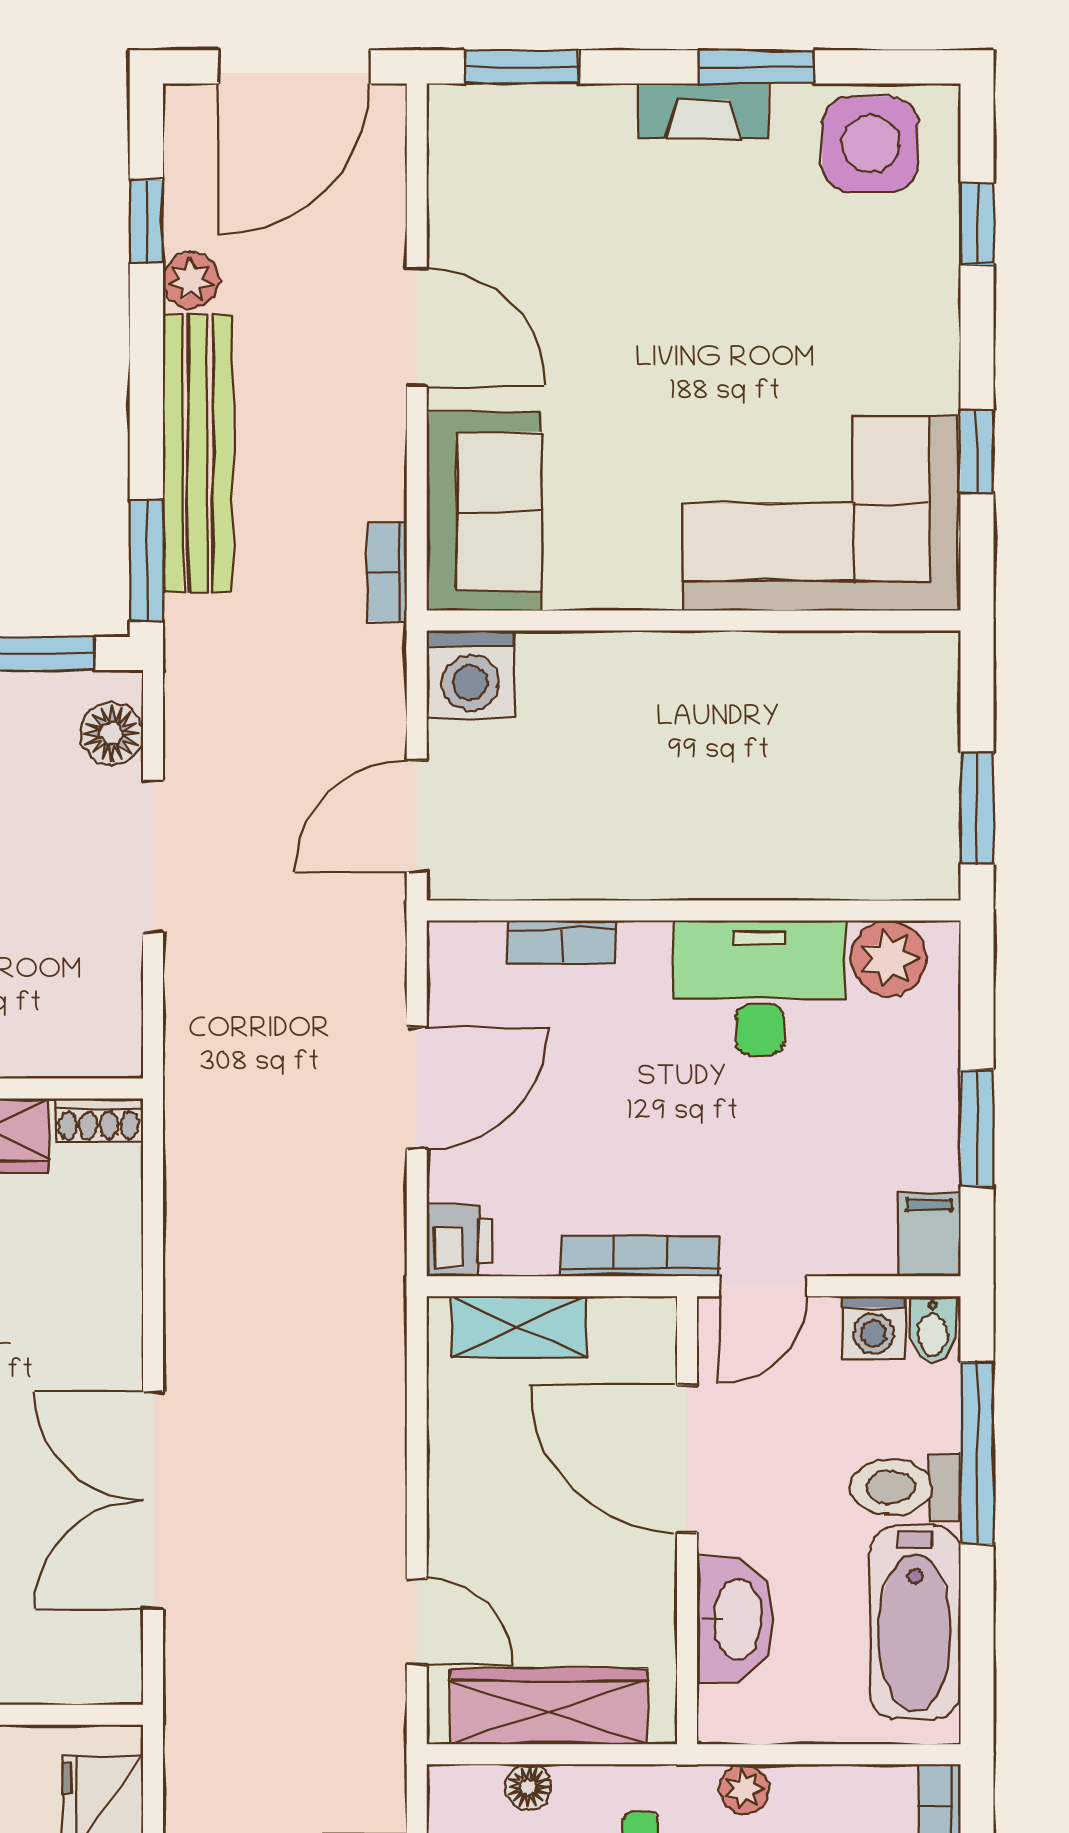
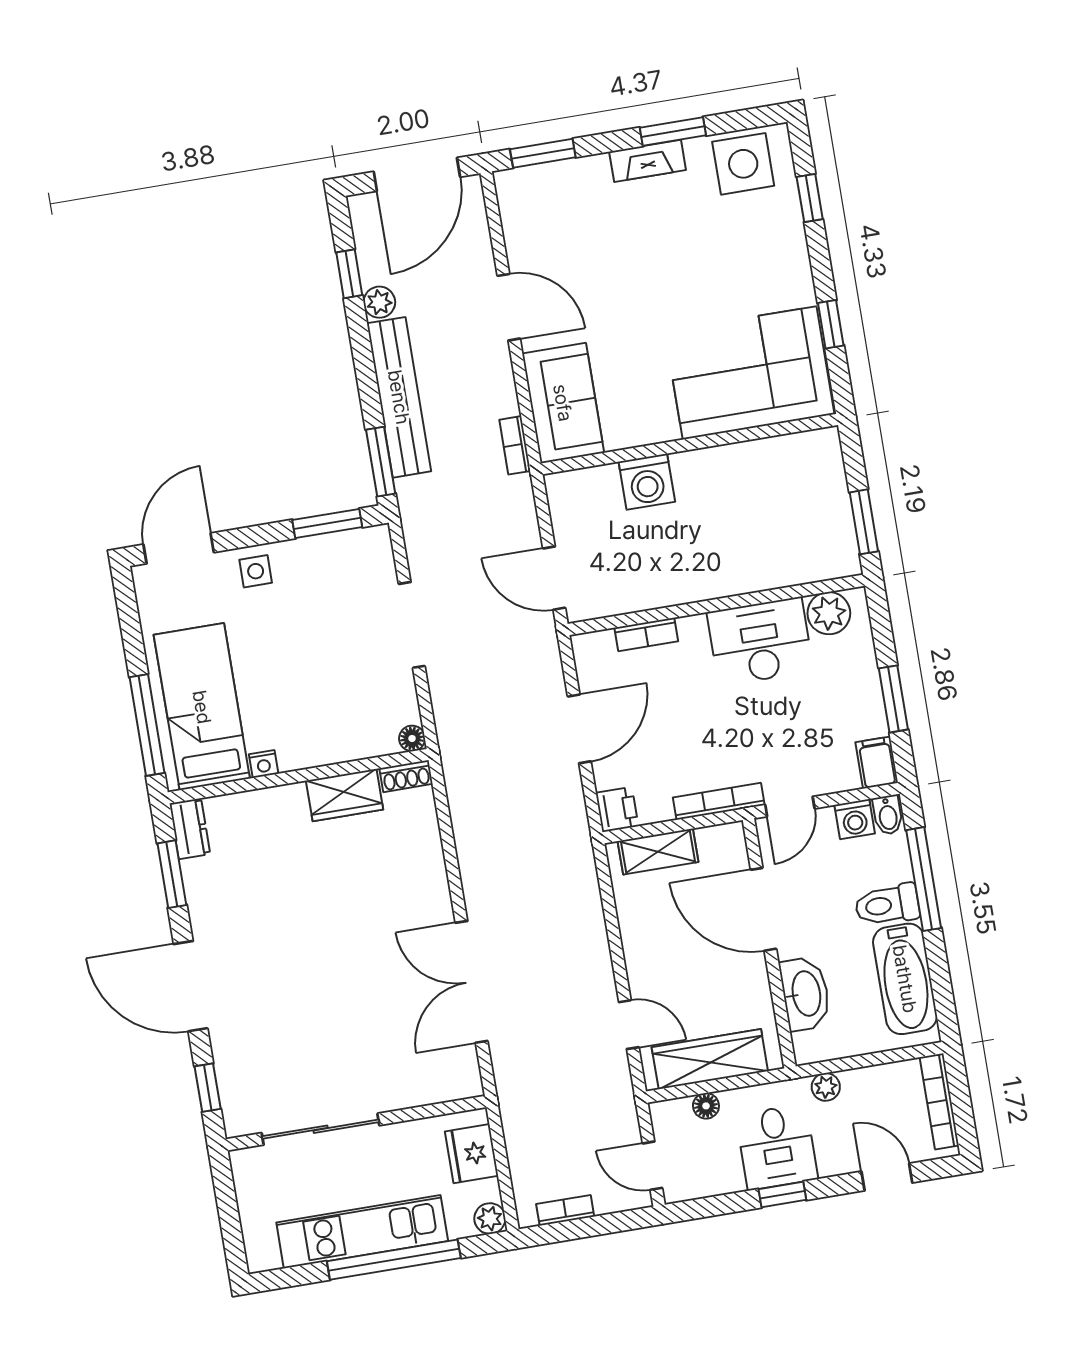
washing machine: (470, 674) -> (647, 482), moved
floor lamp: (112, 733) -> (412, 738), moved, width x0.73, depth x0.73
door: (417, 816) -> (554, 578), hinge flipped

